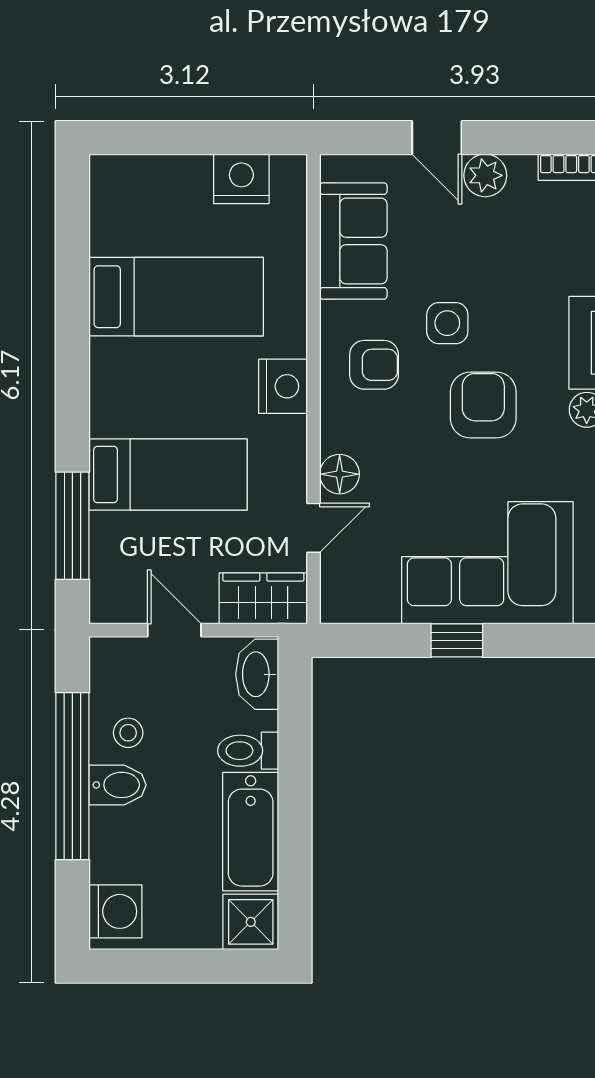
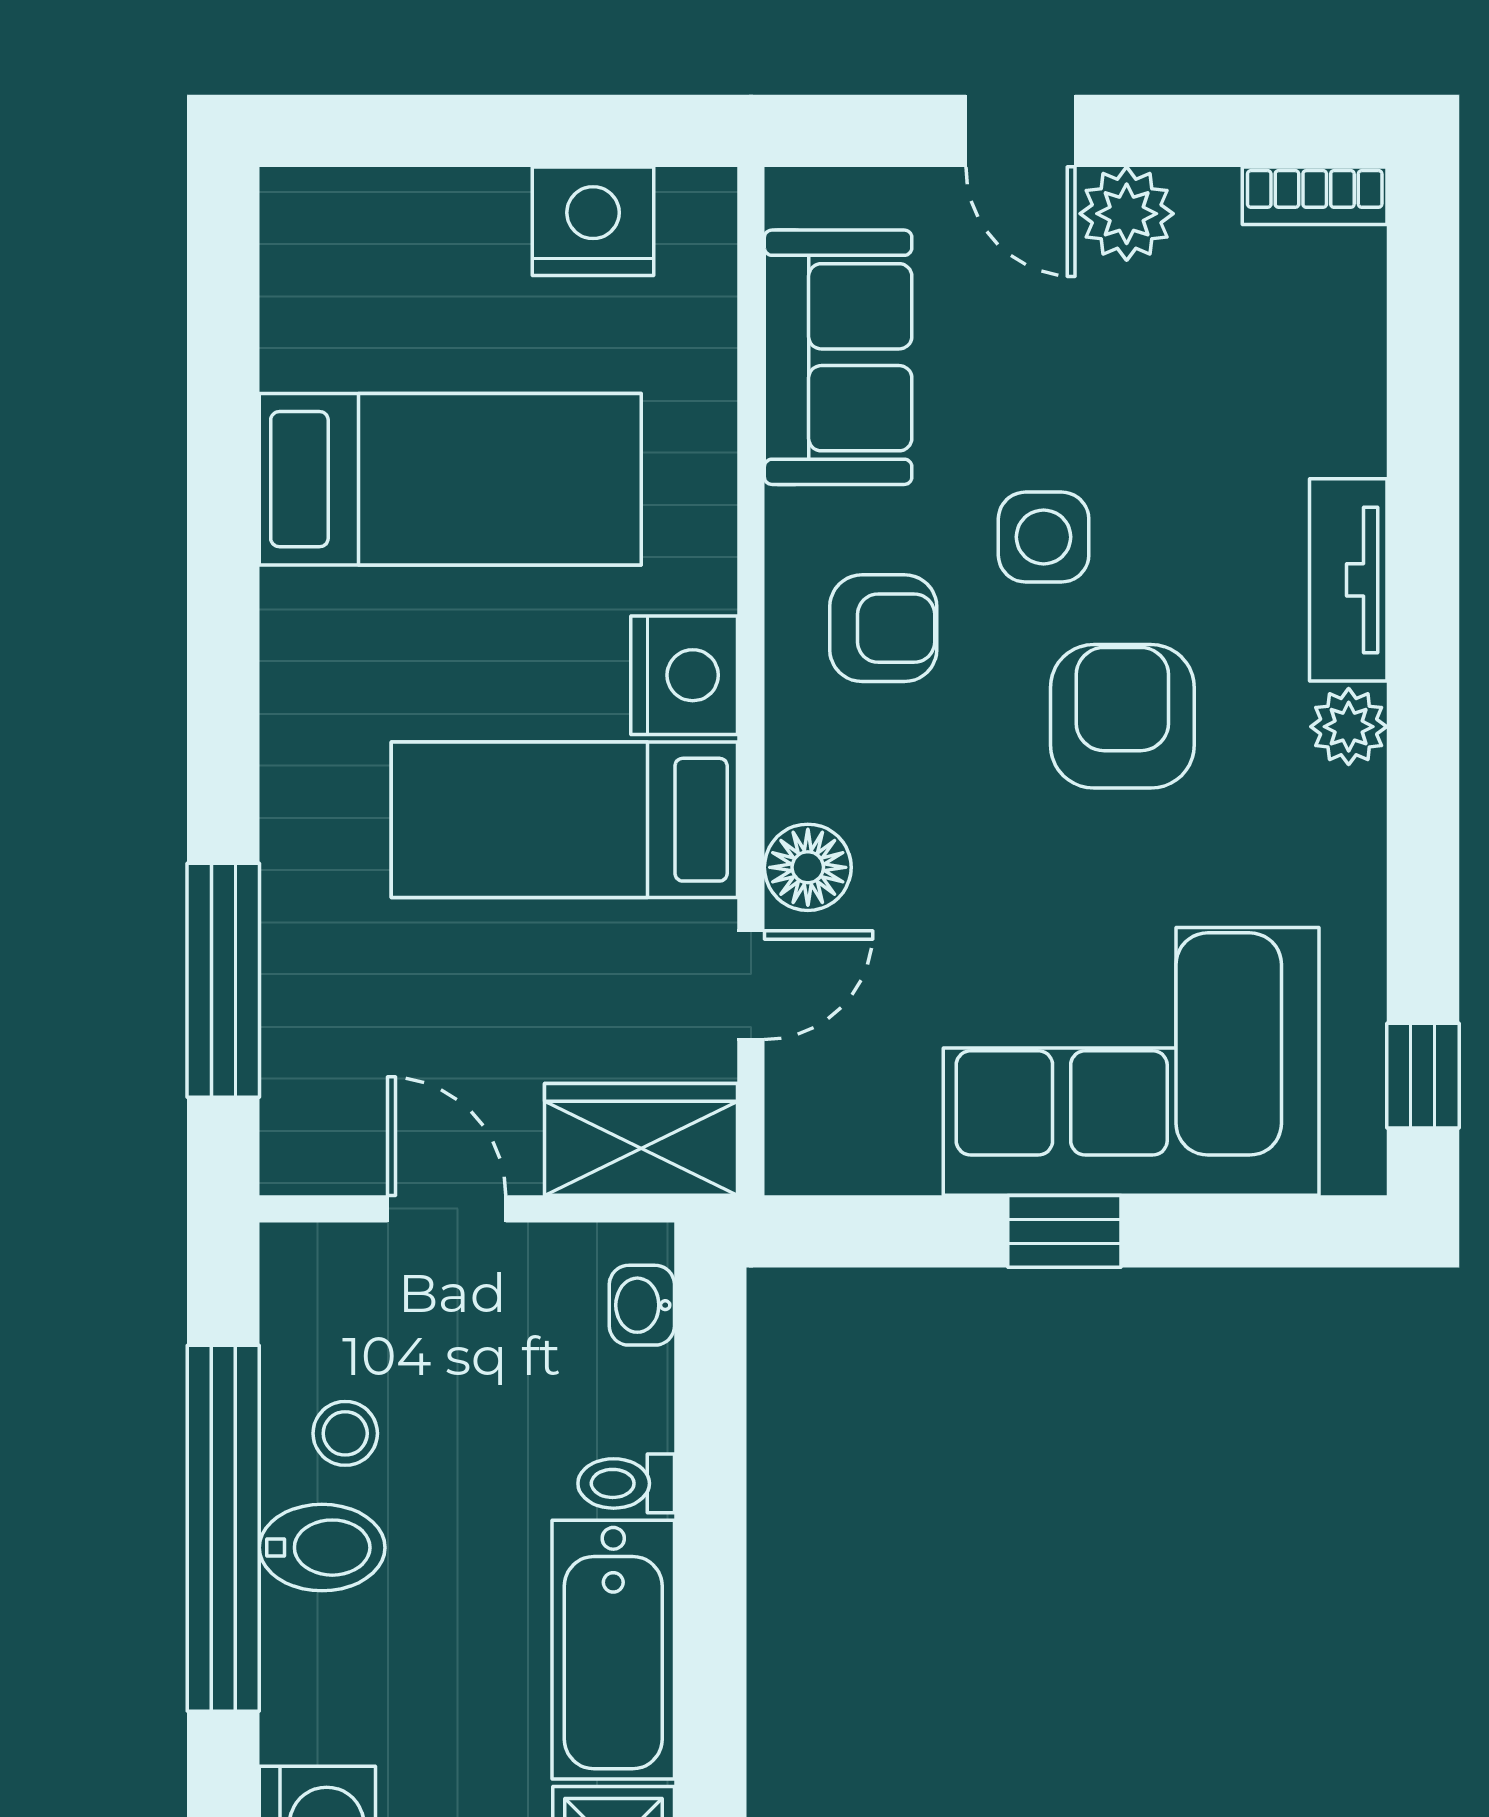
bed: (168, 475) -> (564, 820), moved, turned 180
washbasin: (257, 674) -> (642, 1305), width x0.52, depth x0.69
toilet: (248, 751) -> (626, 1483), width x0.73, depth x0.72

